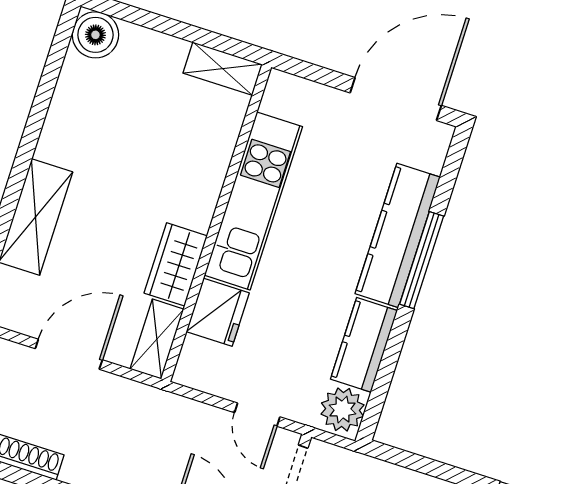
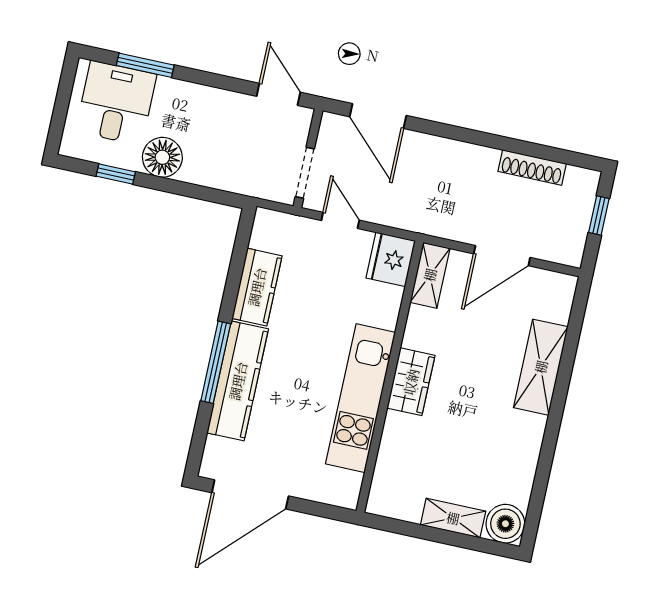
shelving: (223, 69) -> (453, 518), moved
wardrobe: (176, 264) -> (411, 382), moved
fridge: (218, 312) -> (391, 259), moved
plant: (343, 410) -> (270, 232), removed

